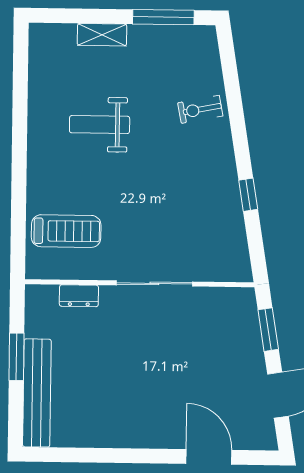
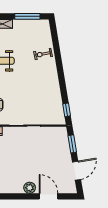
window: (248, 195) -> (67, 110), moved
plant: (163, 435) -> (30, 188), added

